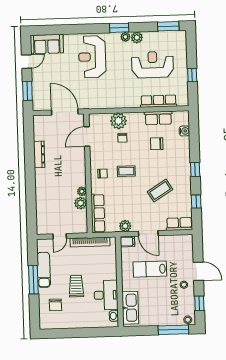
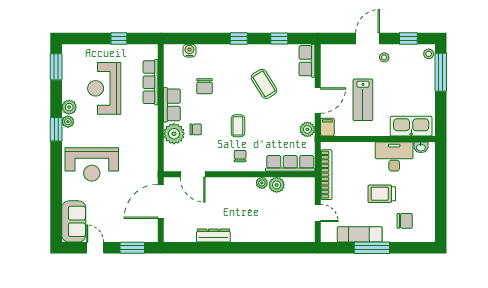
row of seats: (158, 118) -> (172, 105), moved

